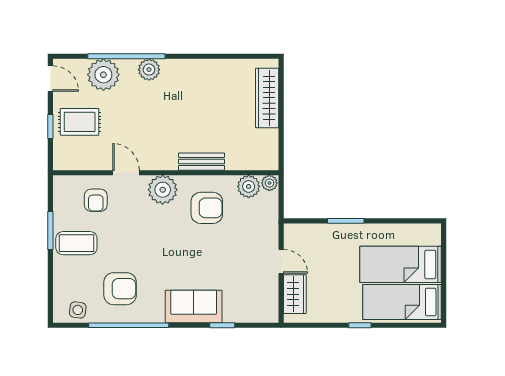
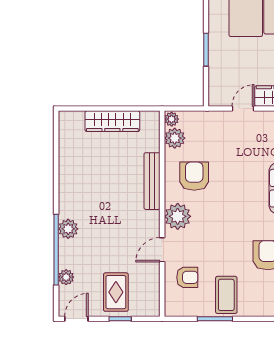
plant: (103, 75) -> (66, 277), width x0.53, depth x0.53
wardrobe: (267, 98) -> (112, 121), moved
bench: (202, 162) -> (152, 181), width x1.36

